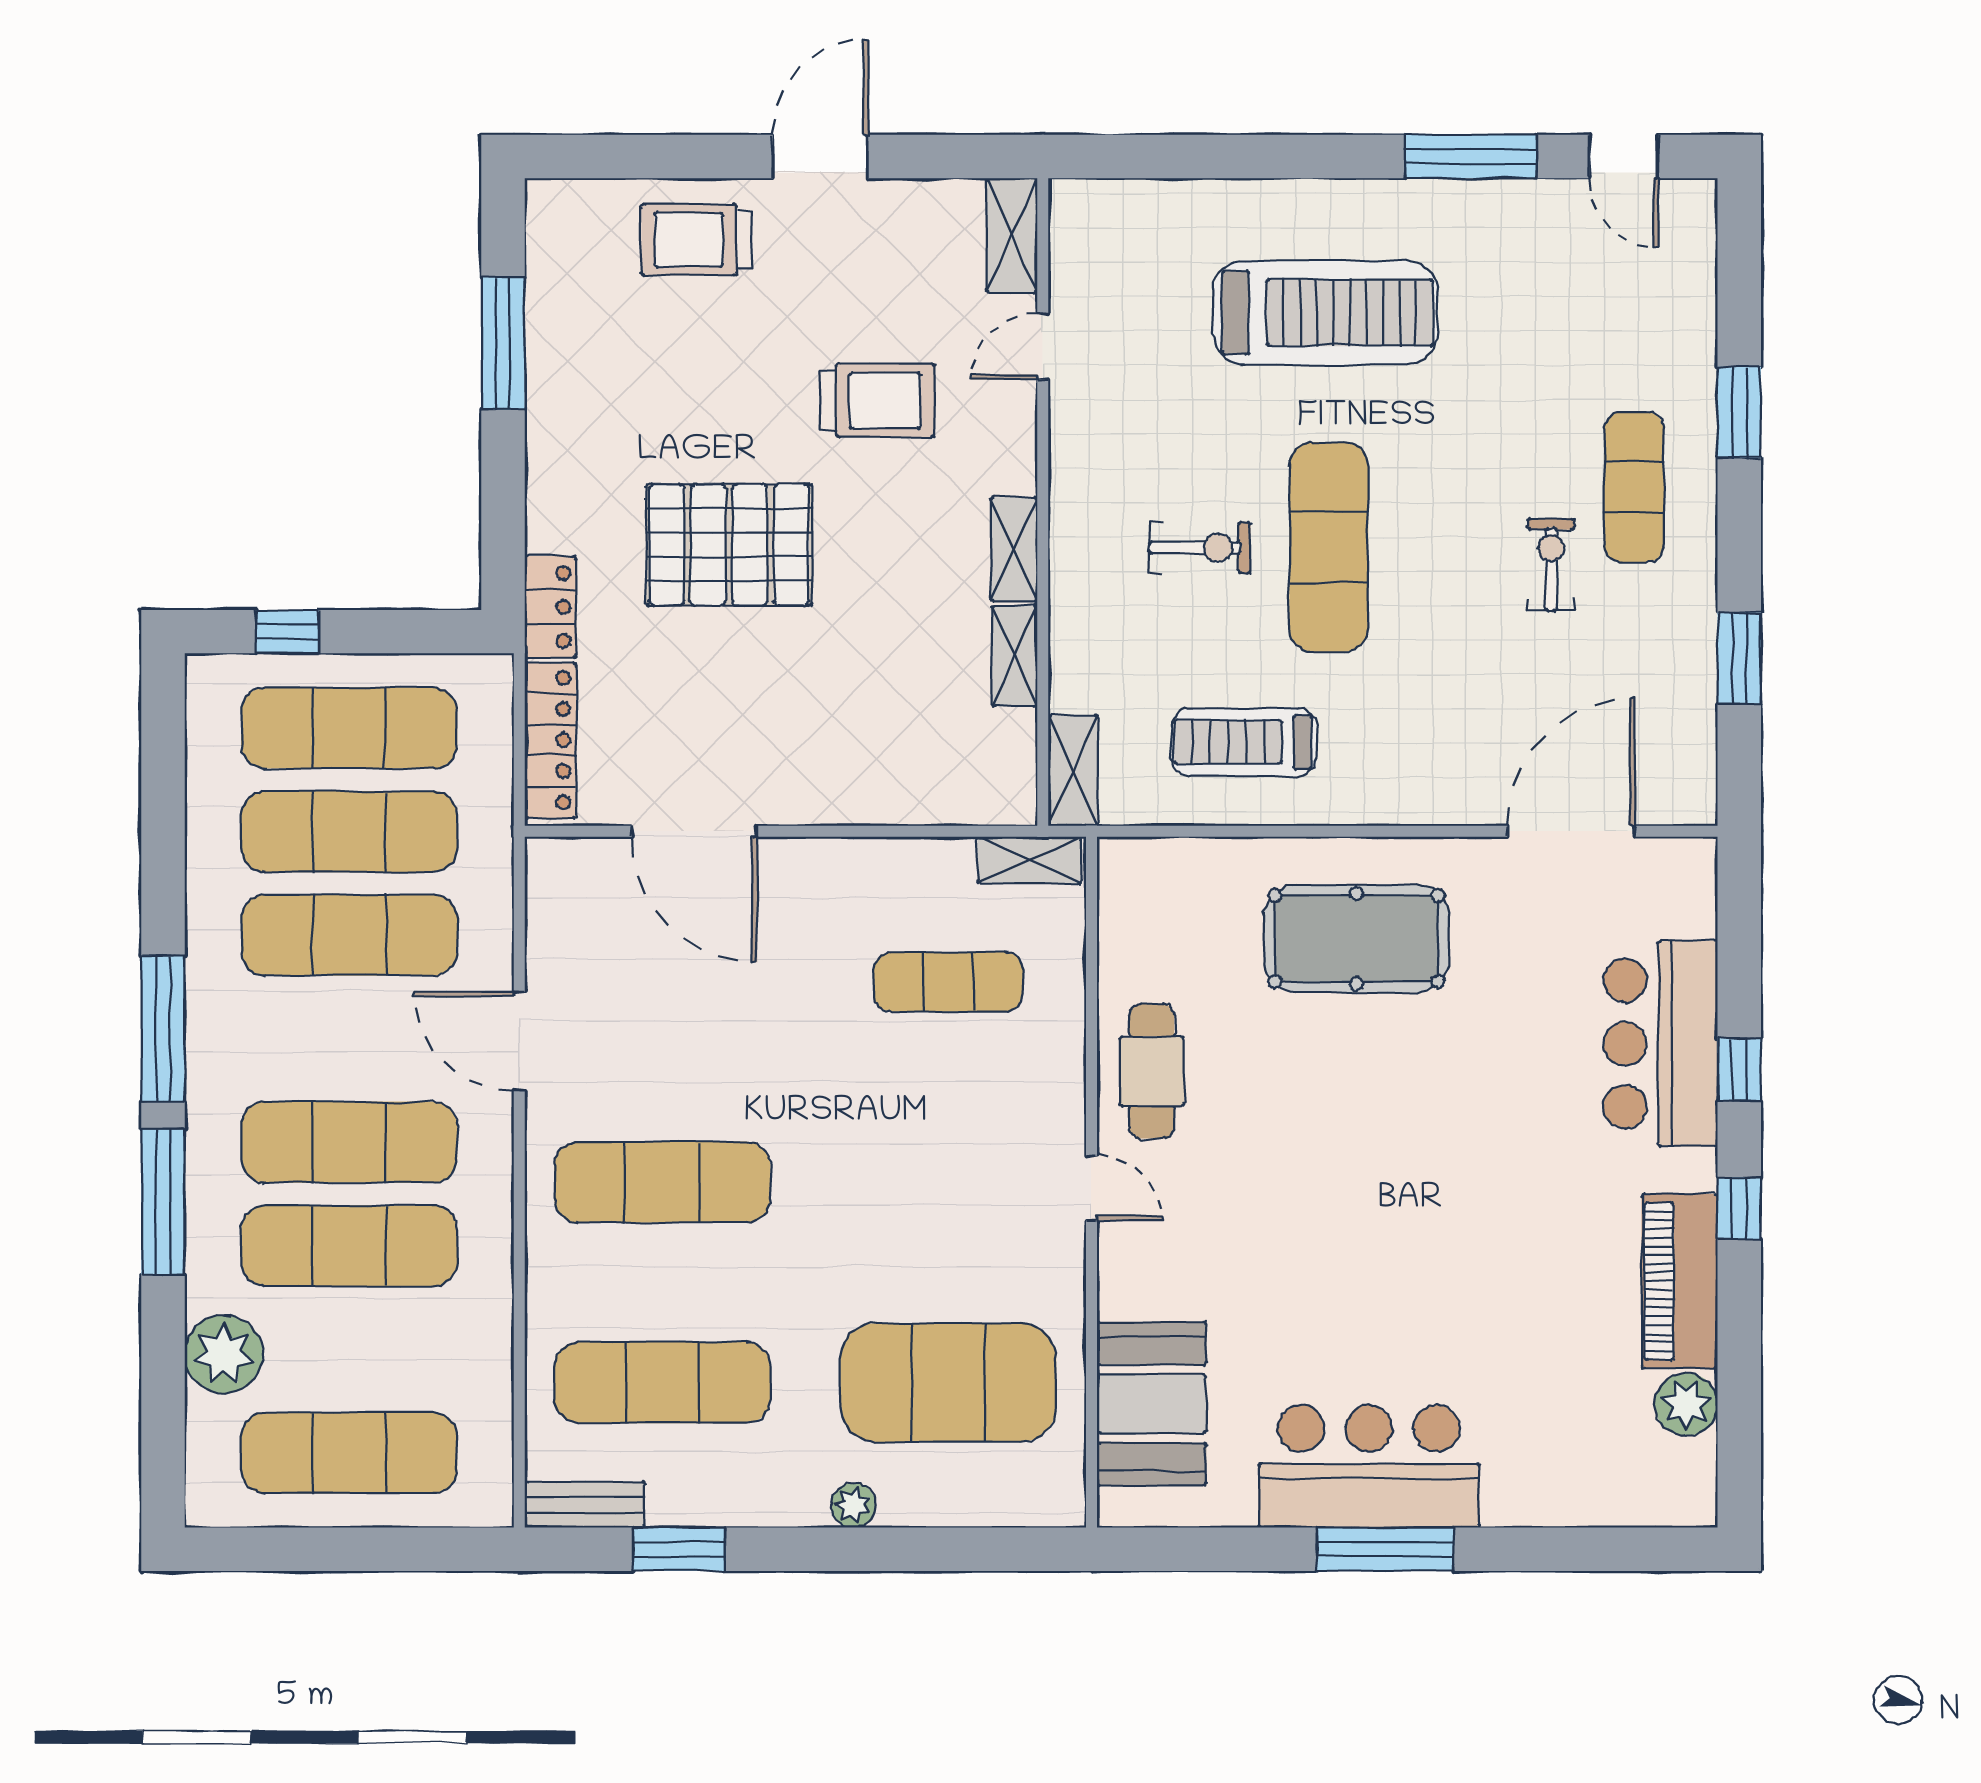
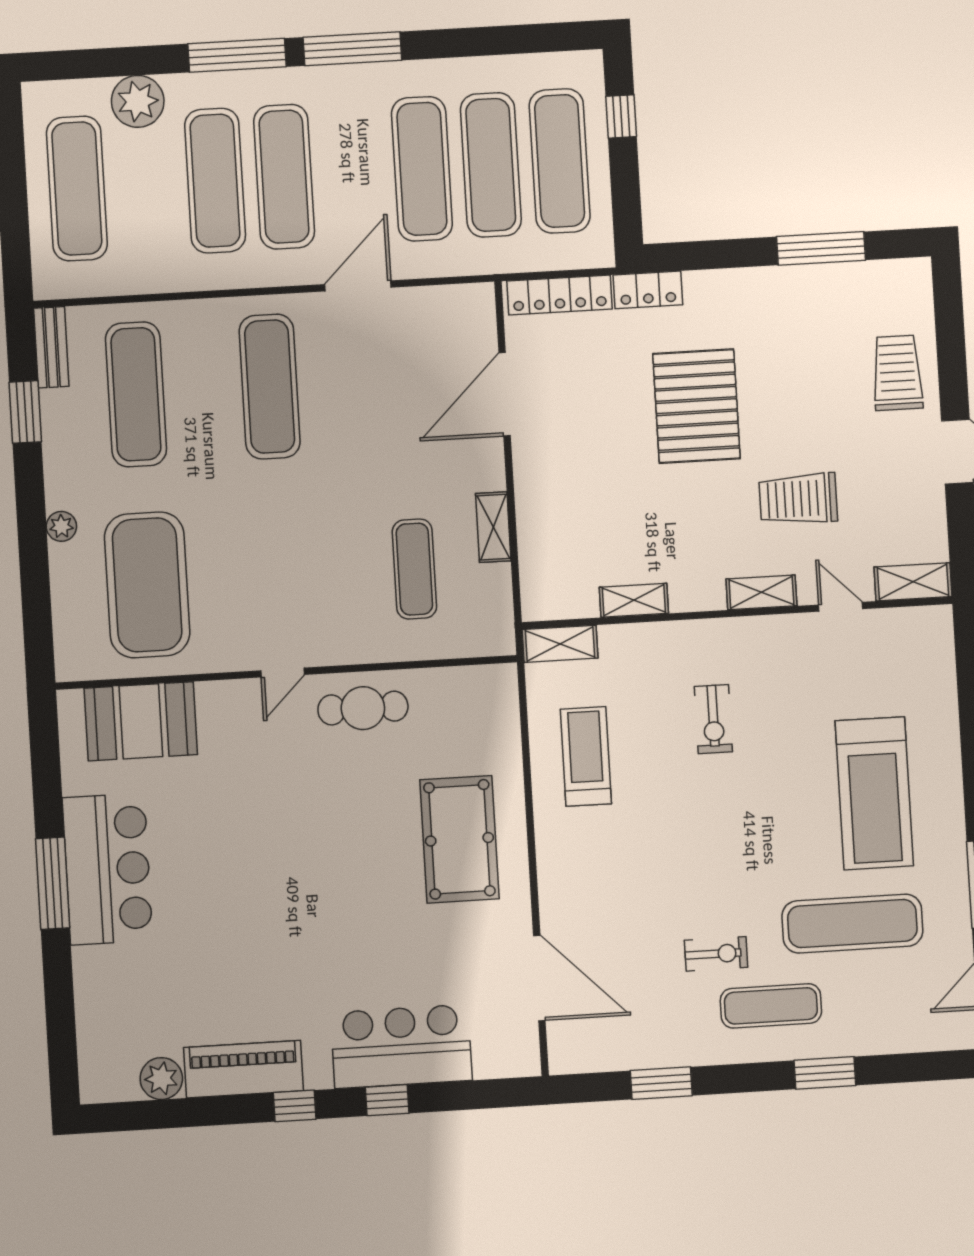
trolley: (877, 400) -> (798, 499), turned 90
exercise mat: (1329, 547) -> (852, 924), moved
shelving: (1014, 549) -> (761, 592), moved
shelving: (1029, 860) -> (493, 527), moved

